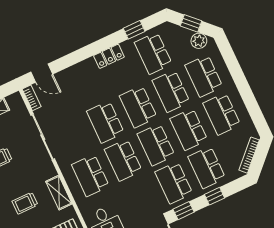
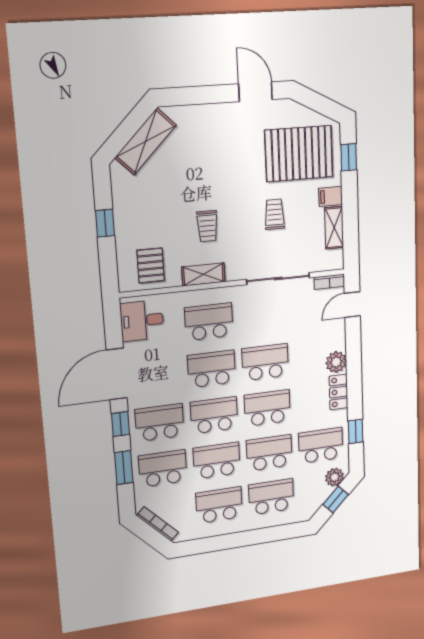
plant: (199, 41) -> (334, 477), moved
plant: (88, 68) -> (336, 362), added
window: (214, 196) -> (124, 468), width x1.50
trolley: (25, 203) -> (207, 226), turned 180

